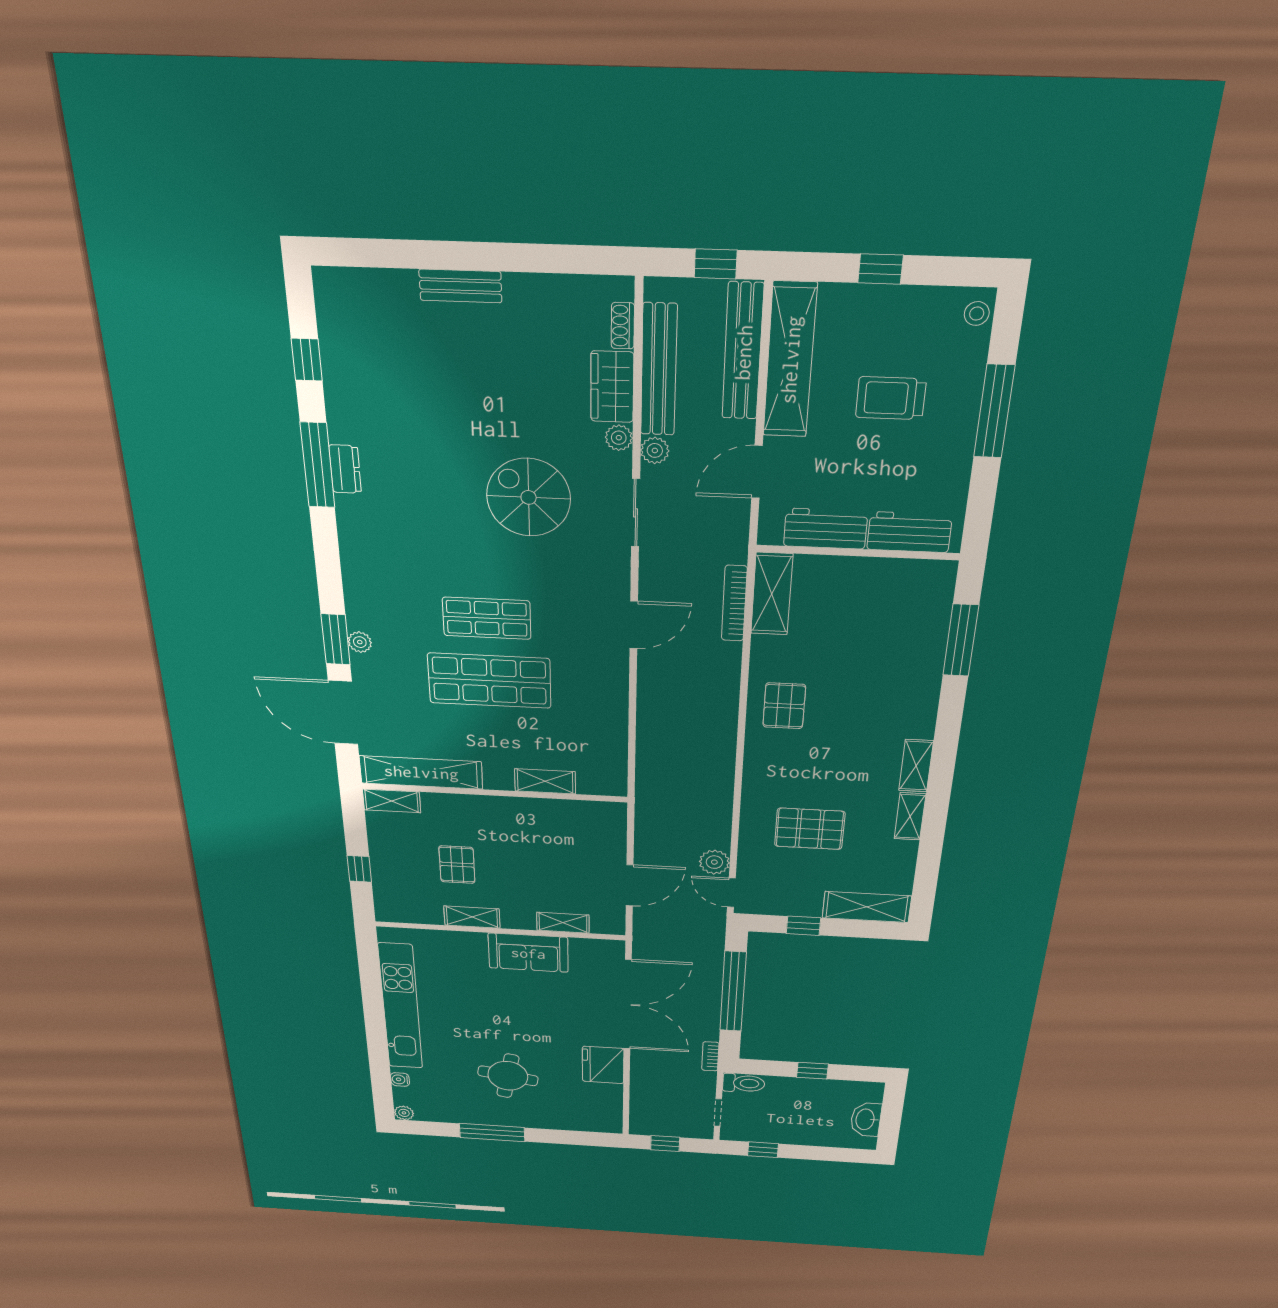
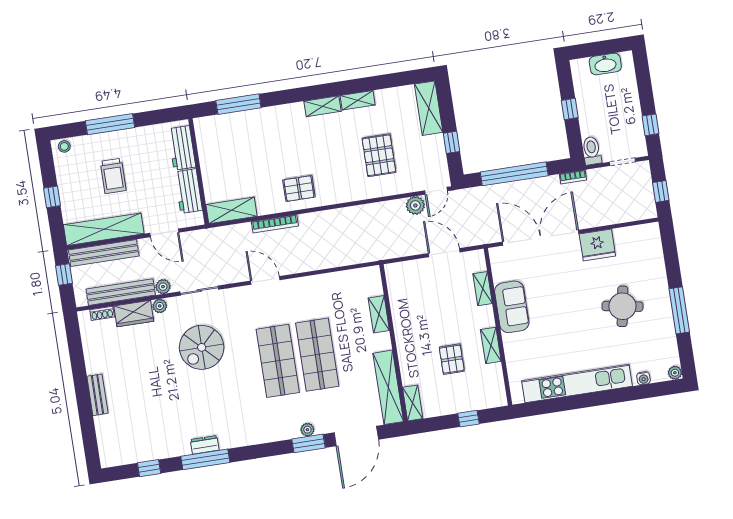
bookcase: (734, 603) -> (275, 224), moved
shop shelf: (487, 618) -> (278, 361), width x1.43, depth x1.36
pallet: (457, 865) -> (452, 359), turned 90

